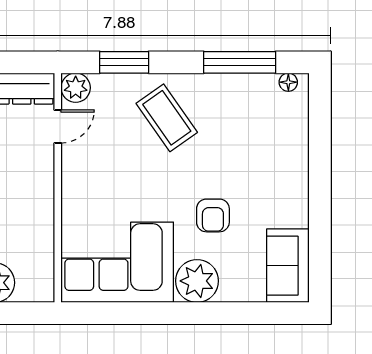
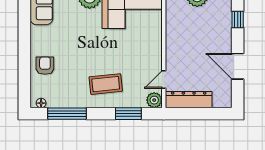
coffee table: (167, 118) -> (106, 84), turned -61
armchair: (213, 215) -> (45, 66), moved

